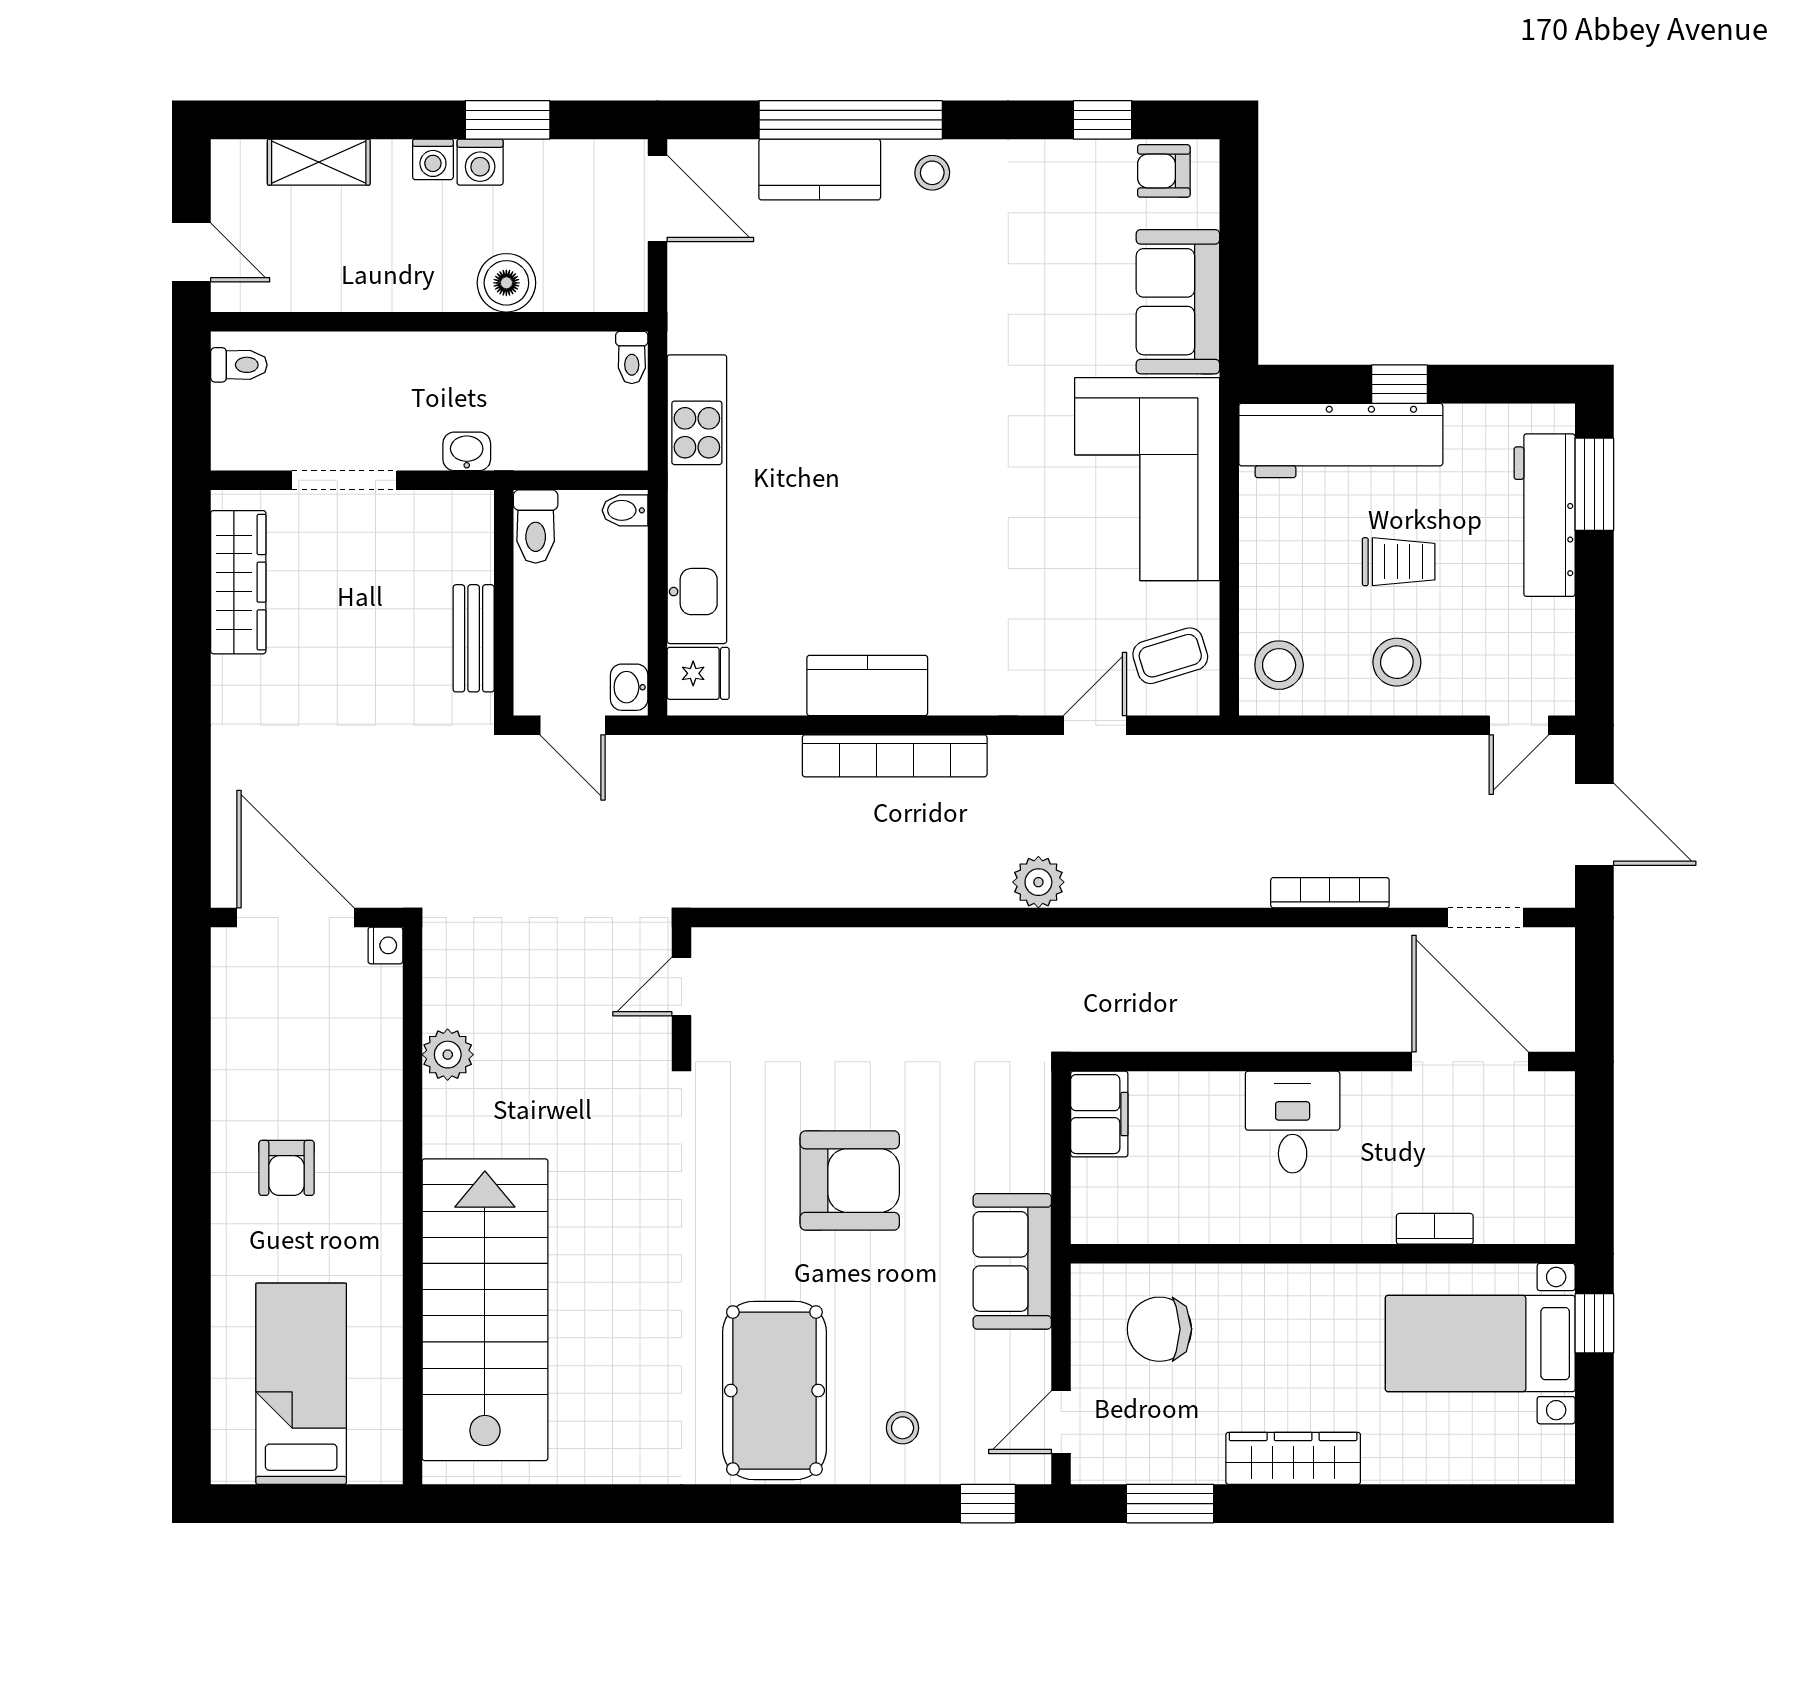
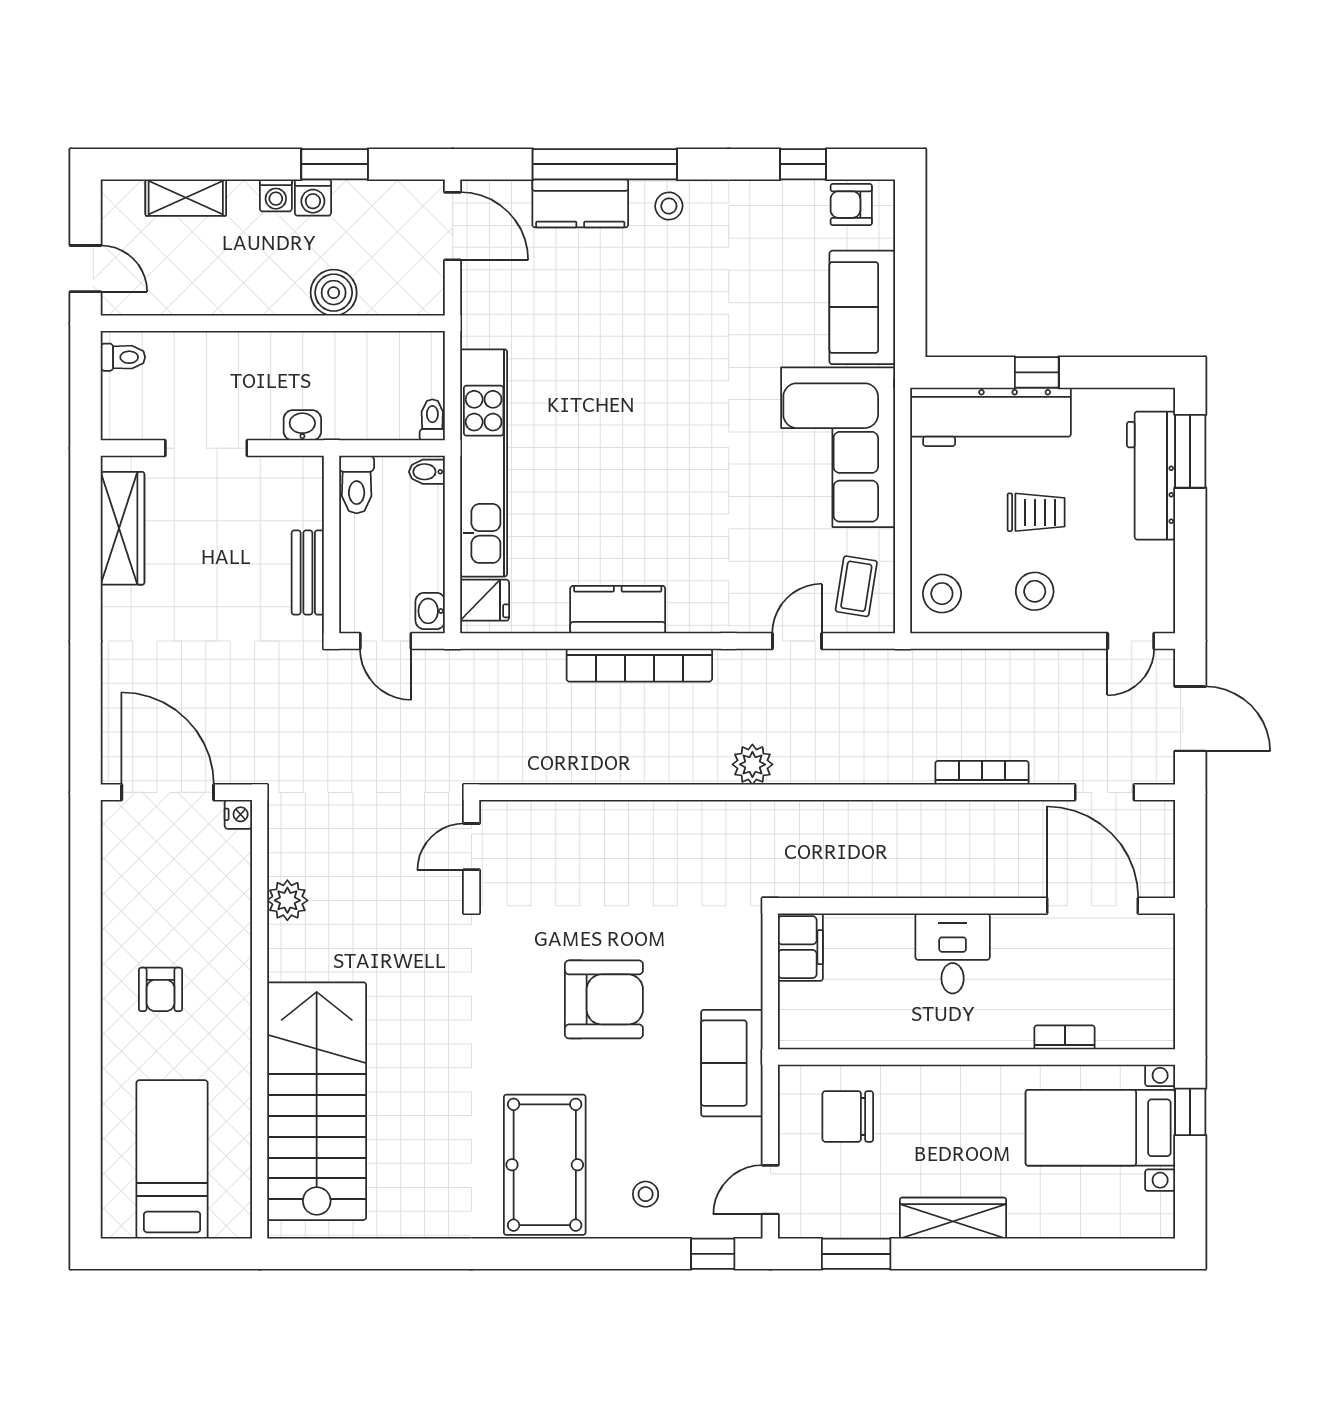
toilet: (632, 357) -> (432, 420), moved, turned 180
coffee table: (1170, 656) -> (856, 586), turned -64

